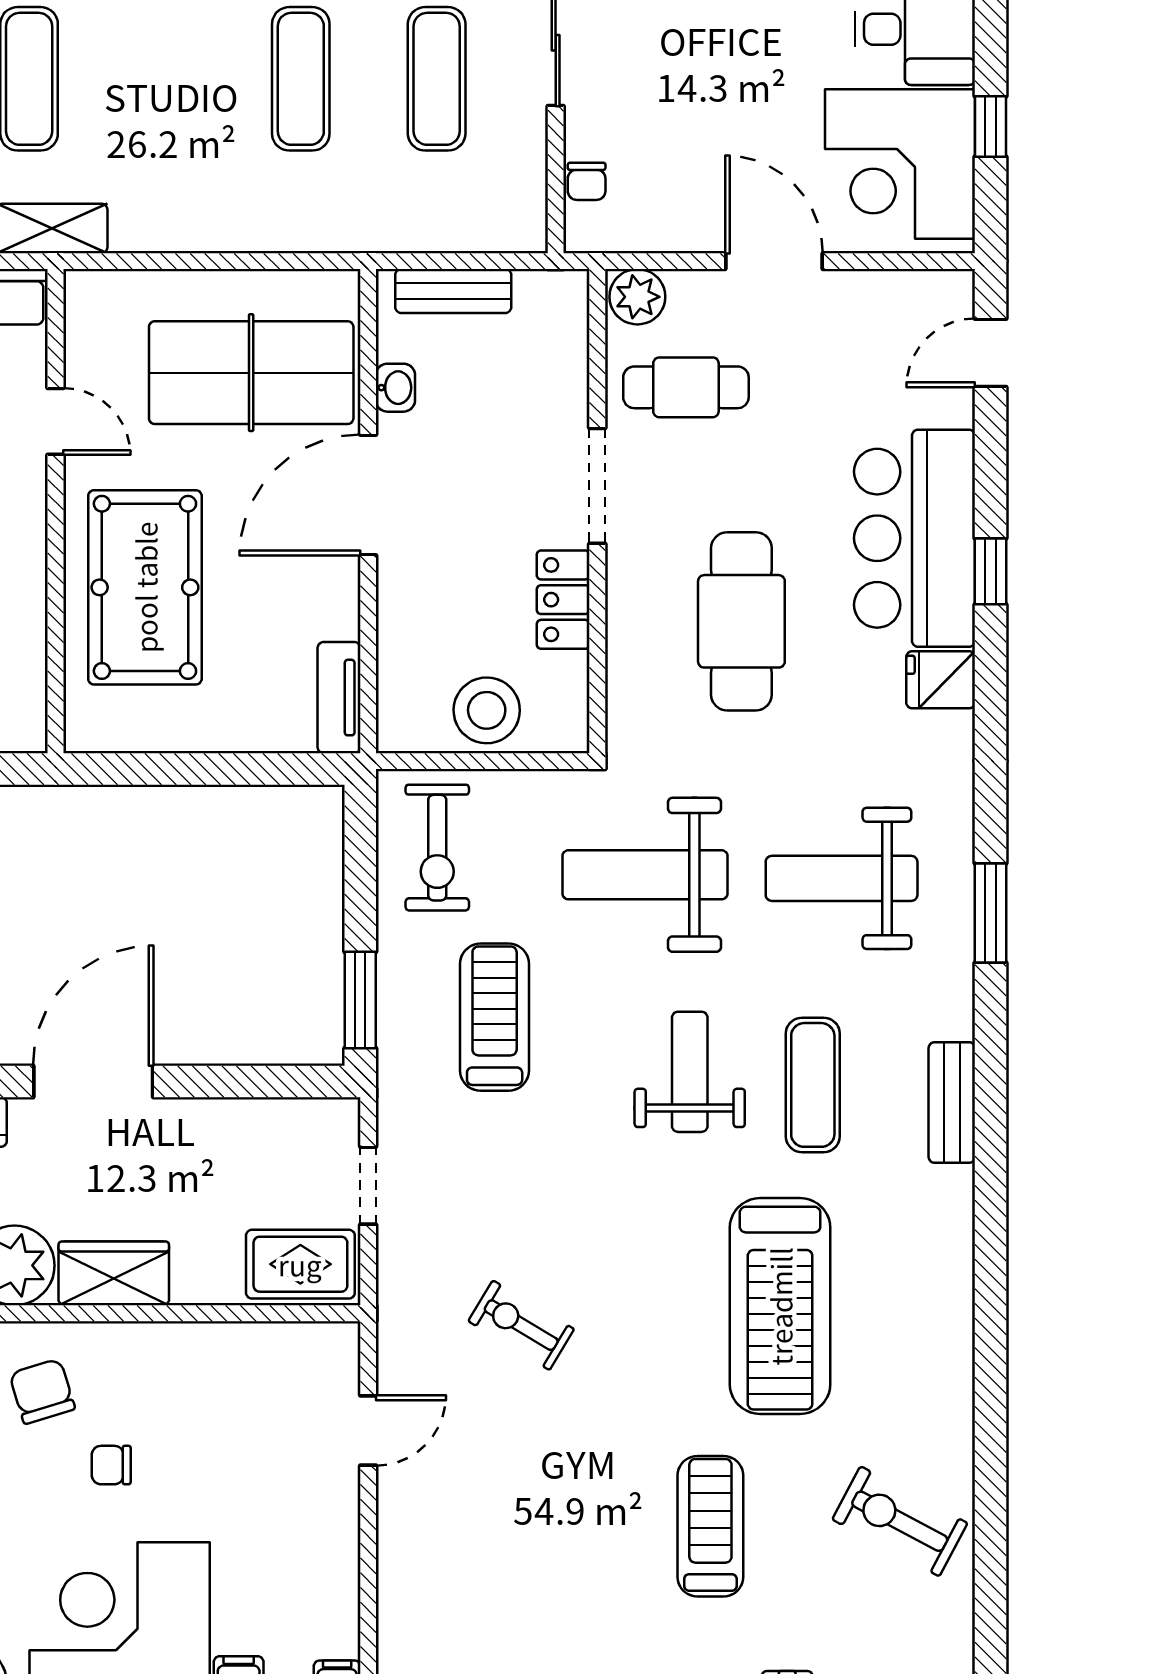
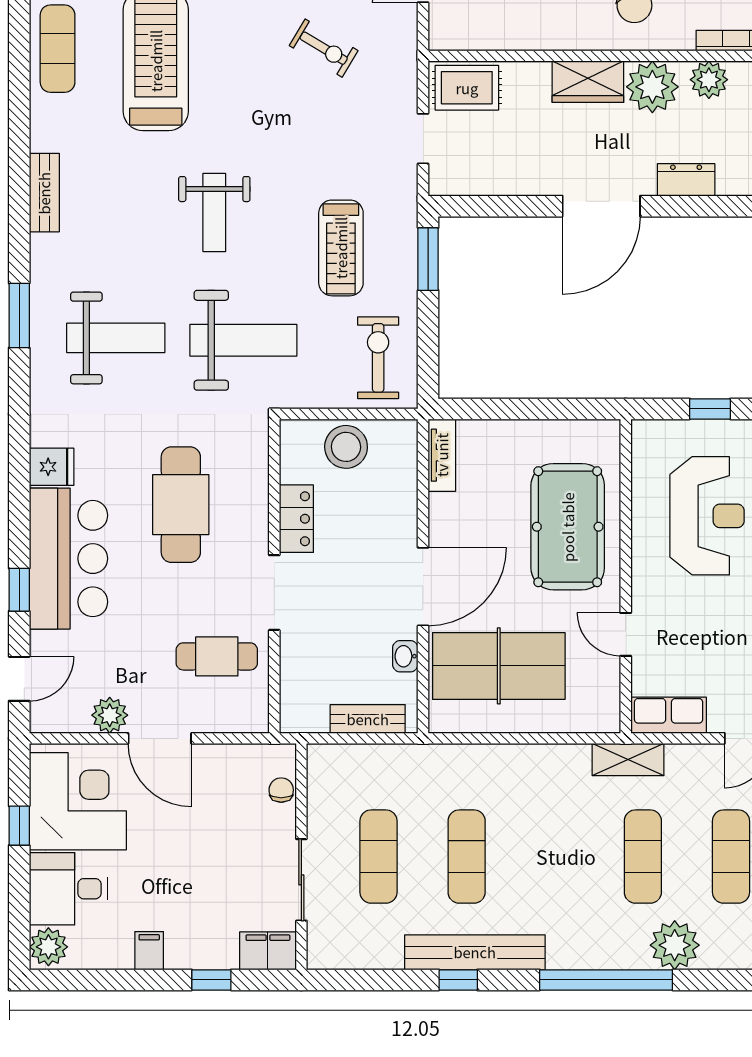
plant: (637, 297) -> (110, 715), moved
window: (991, 571) -> (19, 590), moved
exercise mat: (813, 1085) -> (58, 49), moved

